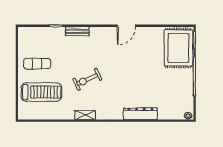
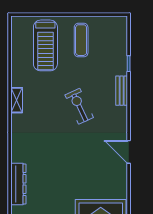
exercise bike: (87, 79) -> (79, 106), moved
dresser: (140, 114) -> (18, 184), moved

